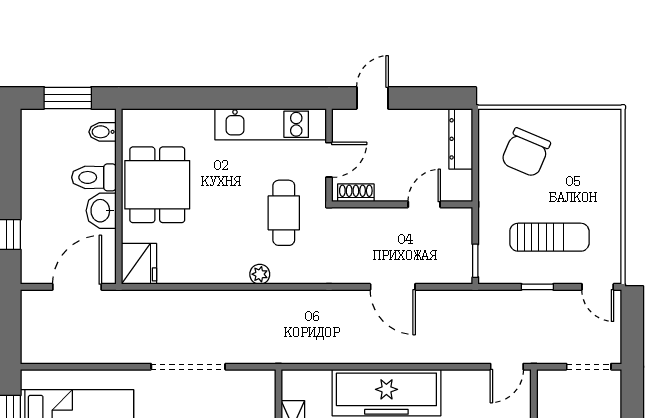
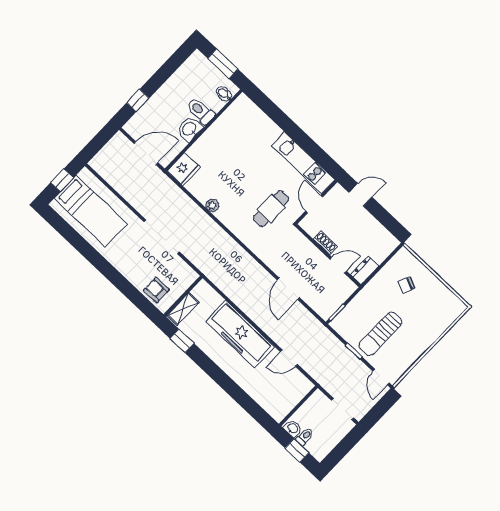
dresser: (461, 139) -> (365, 270), moved, width x0.70
chair: (526, 152) -> (406, 285), width x0.54, depth x0.54
door: (329, 160) -> (314, 204), swing flipped
dining table: (157, 185) -> (226, 141), removed
shoe rack: (356, 193) -> (325, 243), moved
sun lounger: (549, 237) -> (381, 334), turned 90
plant: (260, 274) -> (212, 205), moved
door: (507, 367) -> (289, 358), moved

